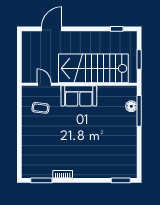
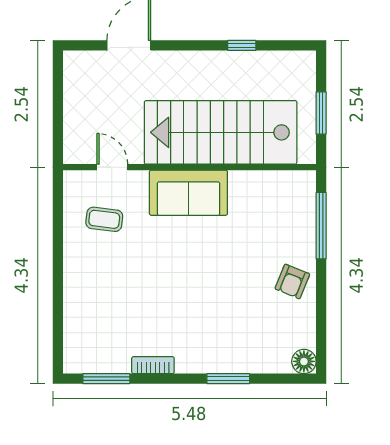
window: (117, 29) -> (242, 45), moved
floor lamp: (131, 106) -> (304, 361), moved
armchair: (126, 136) -> (292, 281), added
window: (121, 180) -> (228, 379), moved

